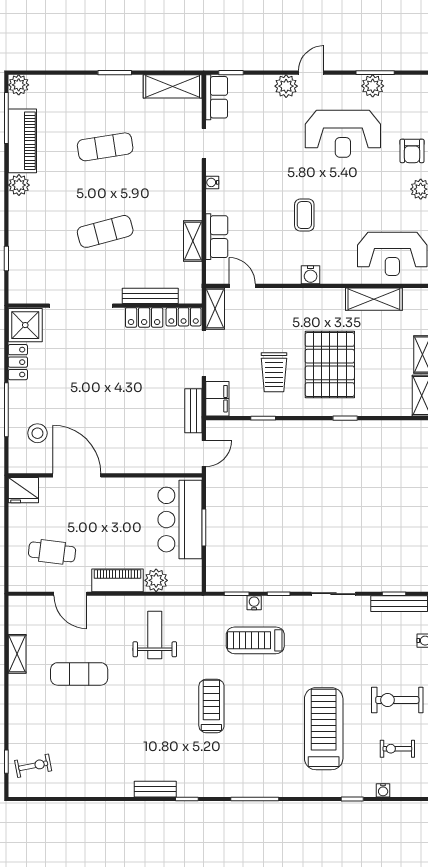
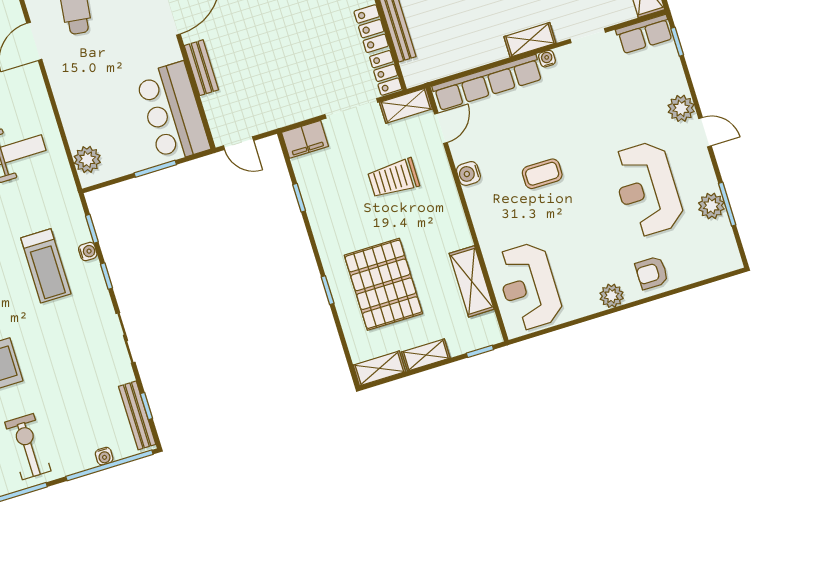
row of seats: (217, 237) -> (487, 83), width x2.02
shelving: (193, 241) -> (530, 40), moved
water cooler: (311, 275) -> (468, 173), moved
pallet: (330, 365) -> (383, 284), moved, turned 90
trolley: (274, 372) -> (394, 178), moved
bench: (193, 411) -> (201, 68), moved, turned 90
bar counter: (180, 520) -> (173, 112), moved, turned -90
piano: (117, 580) -> (66, 90), removed
plant: (156, 580) -> (87, 159), moved
treadmill: (255, 640) -> (46, 266), turned 180

